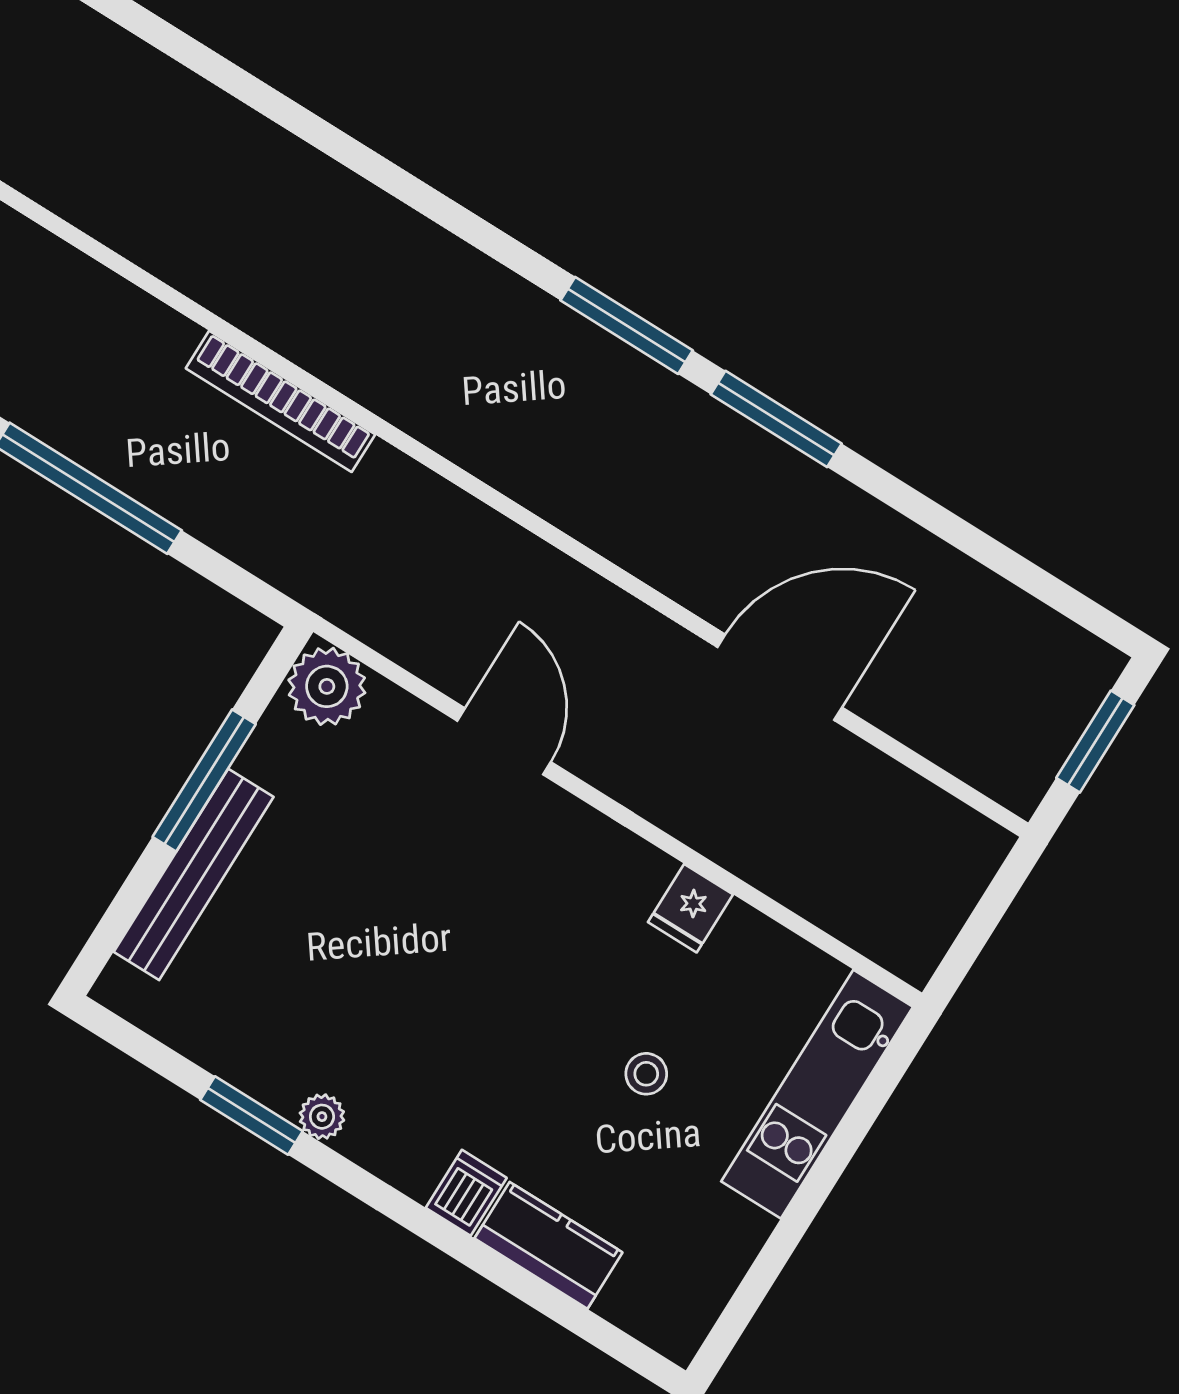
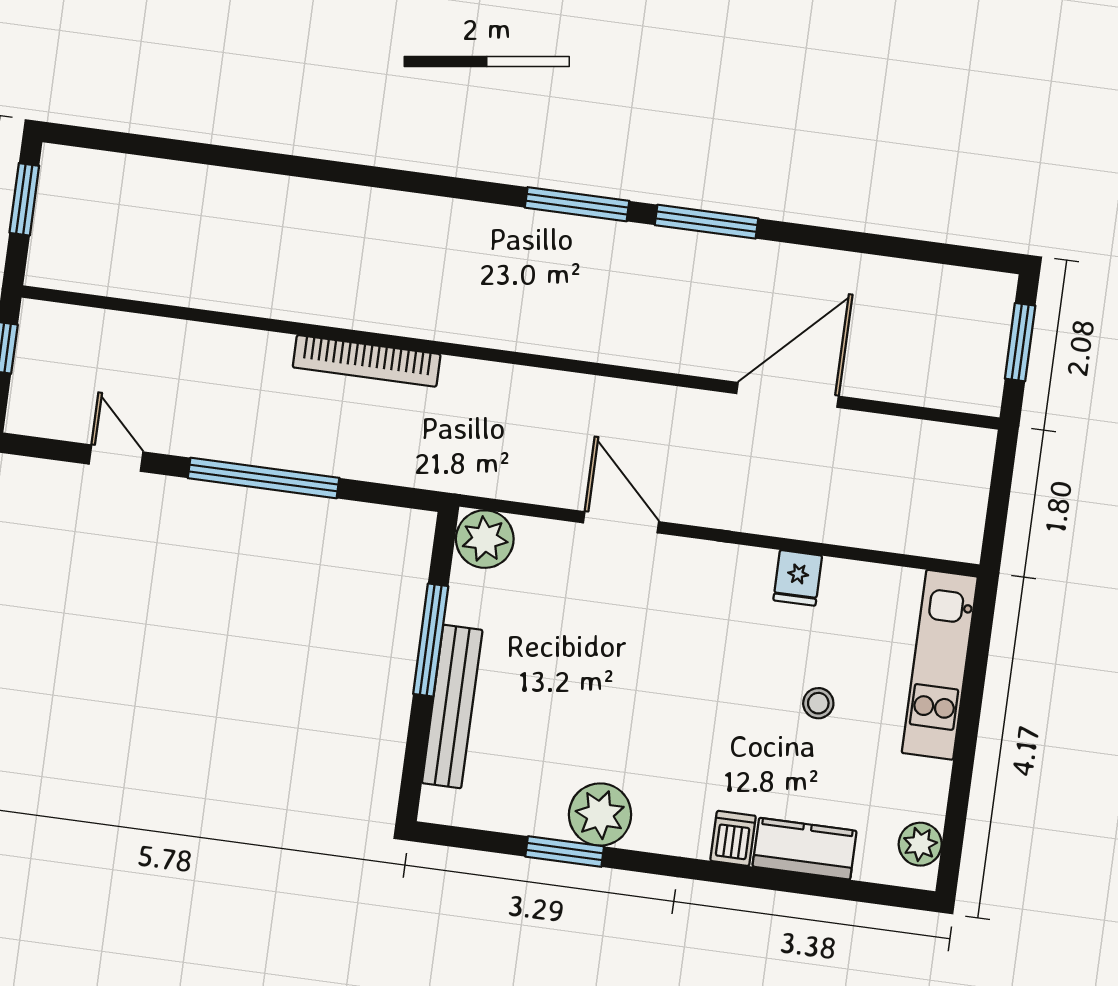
plant: (322, 1117) -> (600, 814), width x1.87, depth x1.87
plant: (693, 1304) -> (920, 844), added

